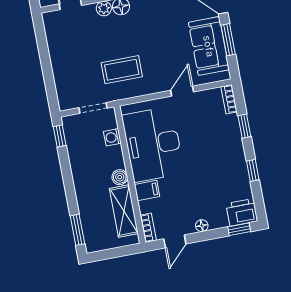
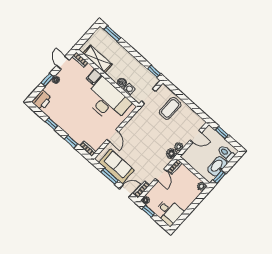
coffee table: (122, 70) -> (170, 108), moved
boiler: (120, 177) -> (122, 83), moved
window: (239, 229) -> (47, 80), moved

